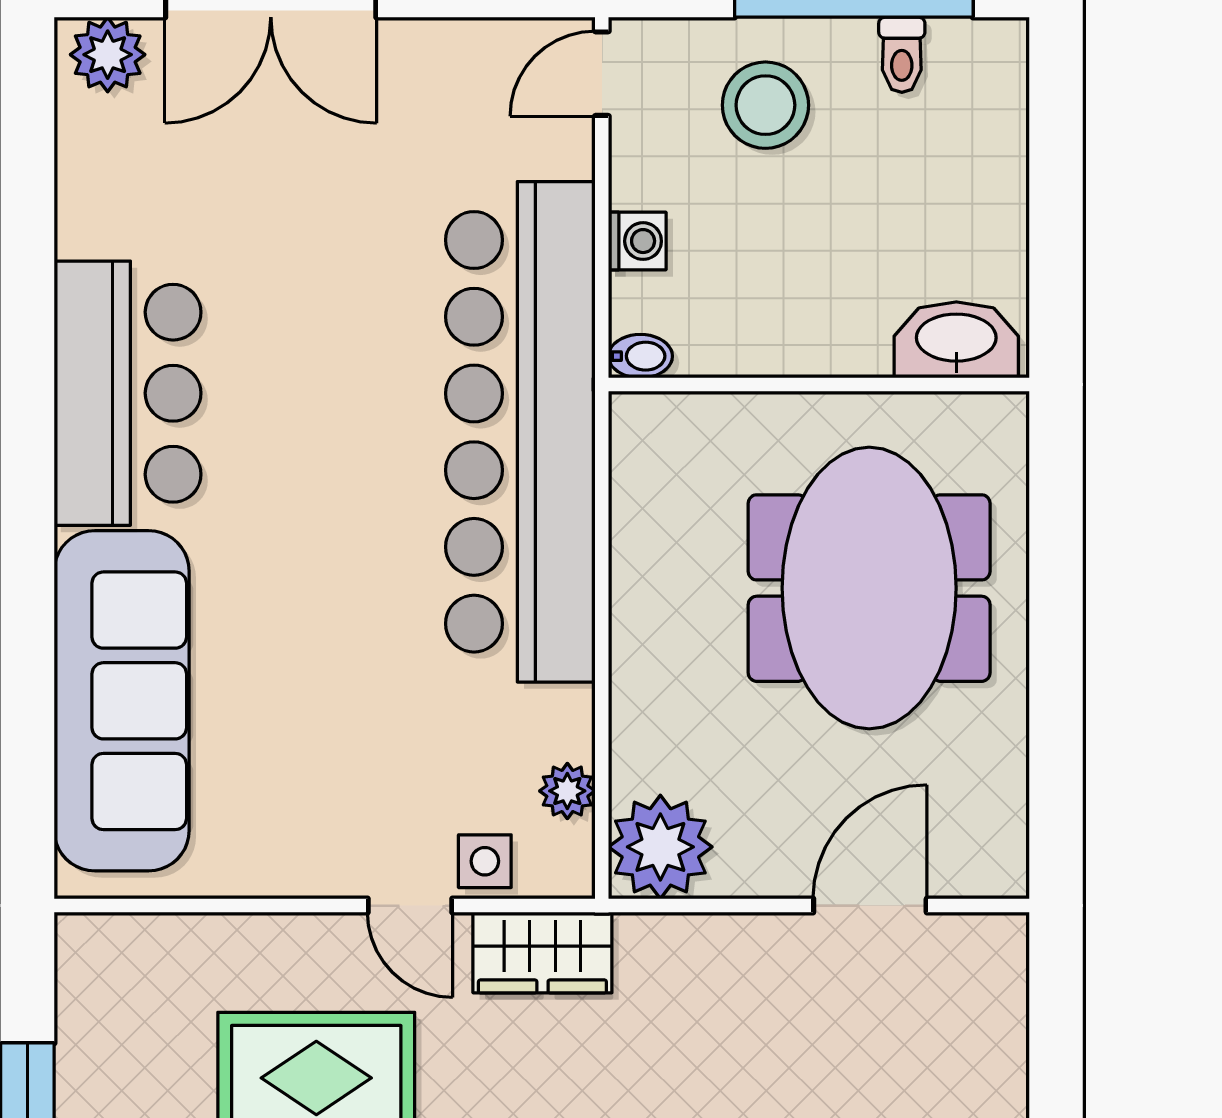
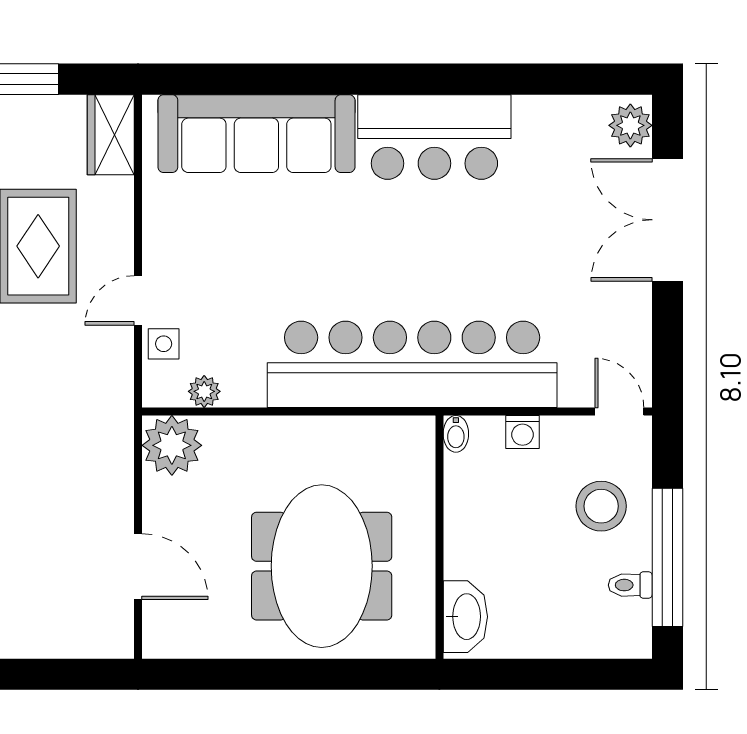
meeting table: (869, 588) -> (322, 566), turned 90
wardrobe: (542, 953) -> (111, 135), moved

